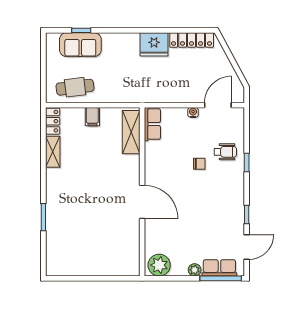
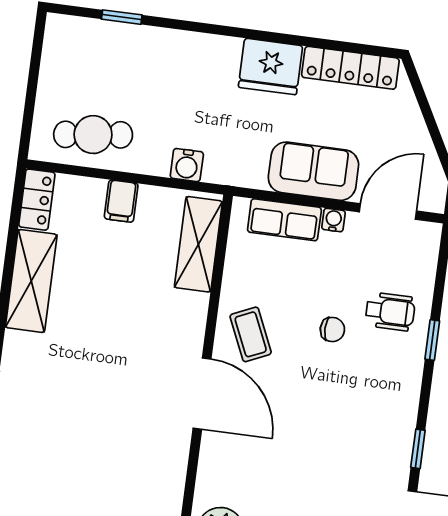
sofa: (80, 45) -> (313, 171), moved, turned 180
water cooler: (121, 96) -> (187, 165), added
row of seats: (152, 124) -> (284, 220), moved, turned 90
shelving: (53, 152) -> (31, 281), width x1.50, depth x1.33
coffee table: (161, 171) -> (251, 334), added

